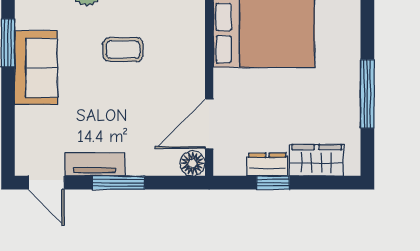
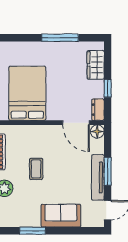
sofa: (36, 68) -> (61, 216), moved
tv unit: (95, 164) -> (98, 177), width x1.41
dresser: (267, 165) -> (98, 110), moved

